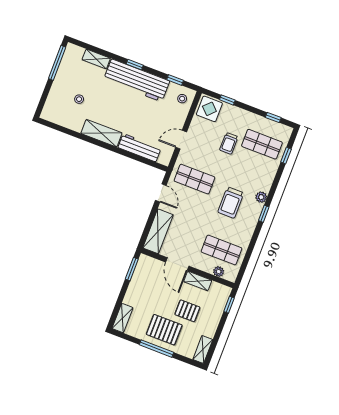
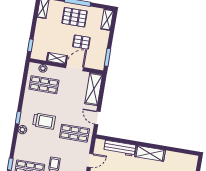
trolley: (231, 203) -> (44, 121), turned 90
door: (177, 264) -> (75, 68), hinge flipped
pallet: (187, 311) -> (81, 42), moved

